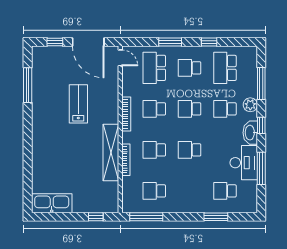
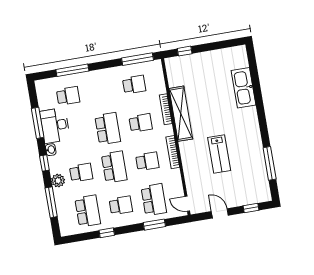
door: (88, 42) -> (220, 213), width x0.53
window: (170, 42) -> (154, 225), moved
school desk: (190, 109) -> (114, 167), width x1.85
washbasin: (250, 133) -> (51, 150), width x0.52, depth x0.69
school desk: (190, 150) -> (108, 129), width x1.85
kitchen sink: (52, 203) -> (244, 88), moved, turned 90
window: (216, 217) -> (72, 70), width x1.44

